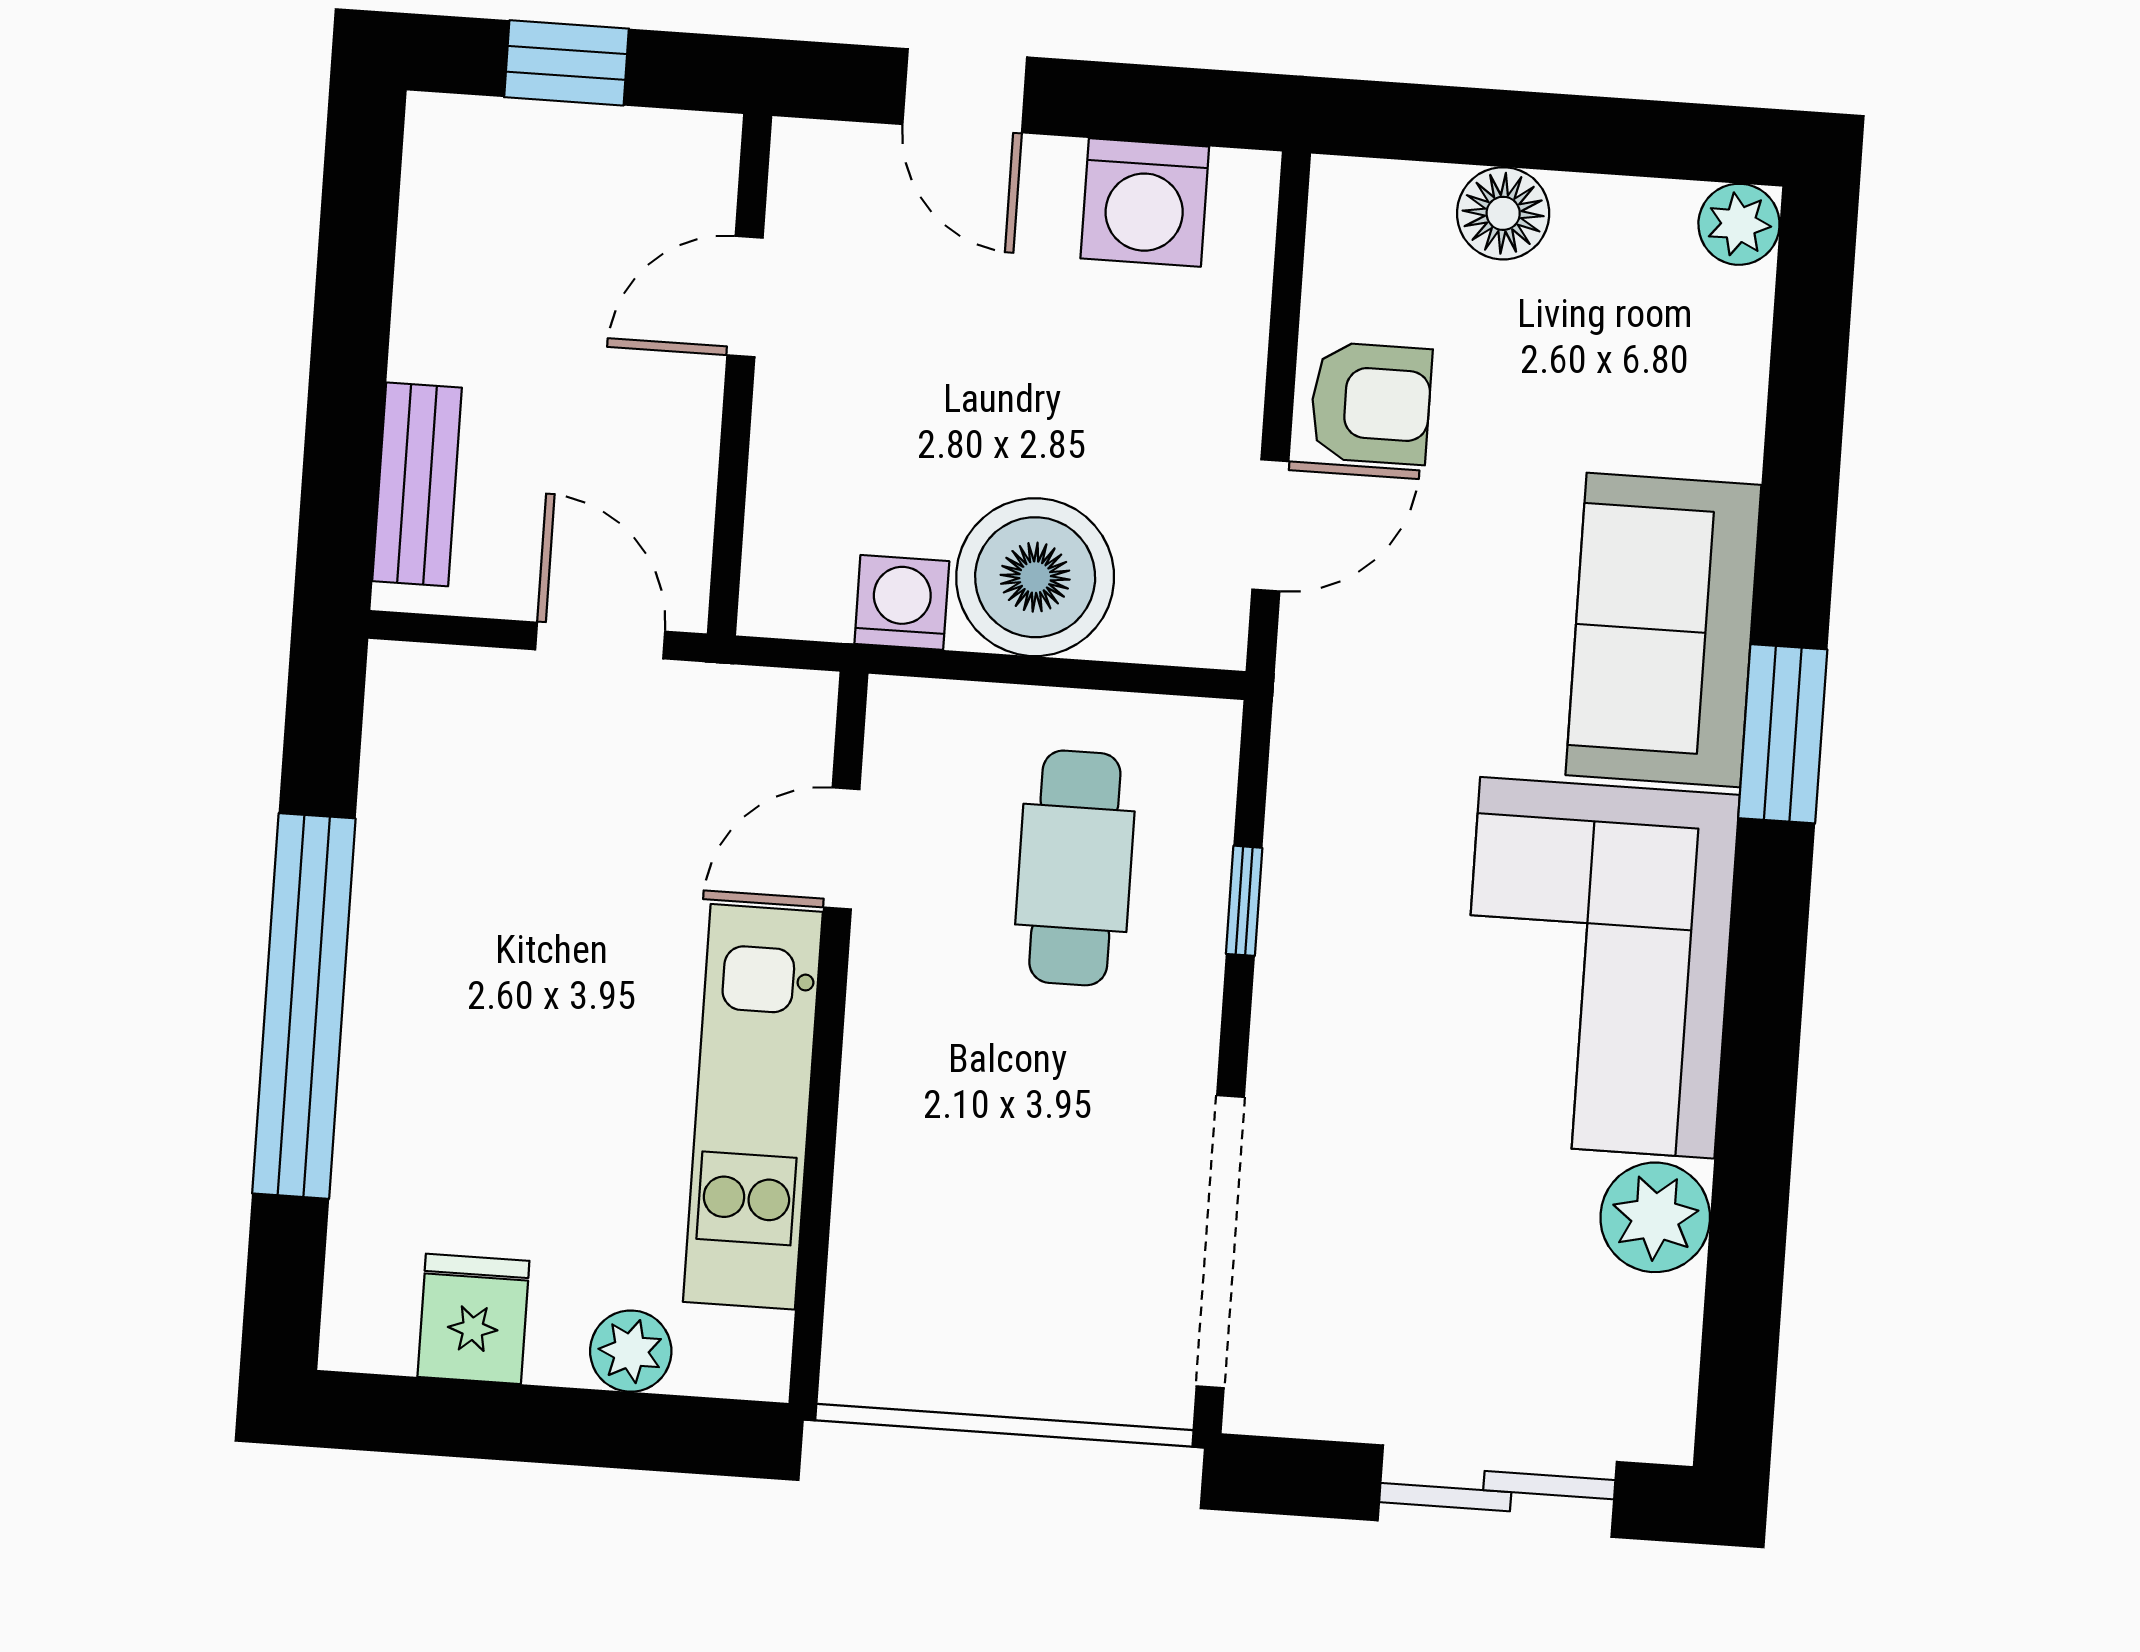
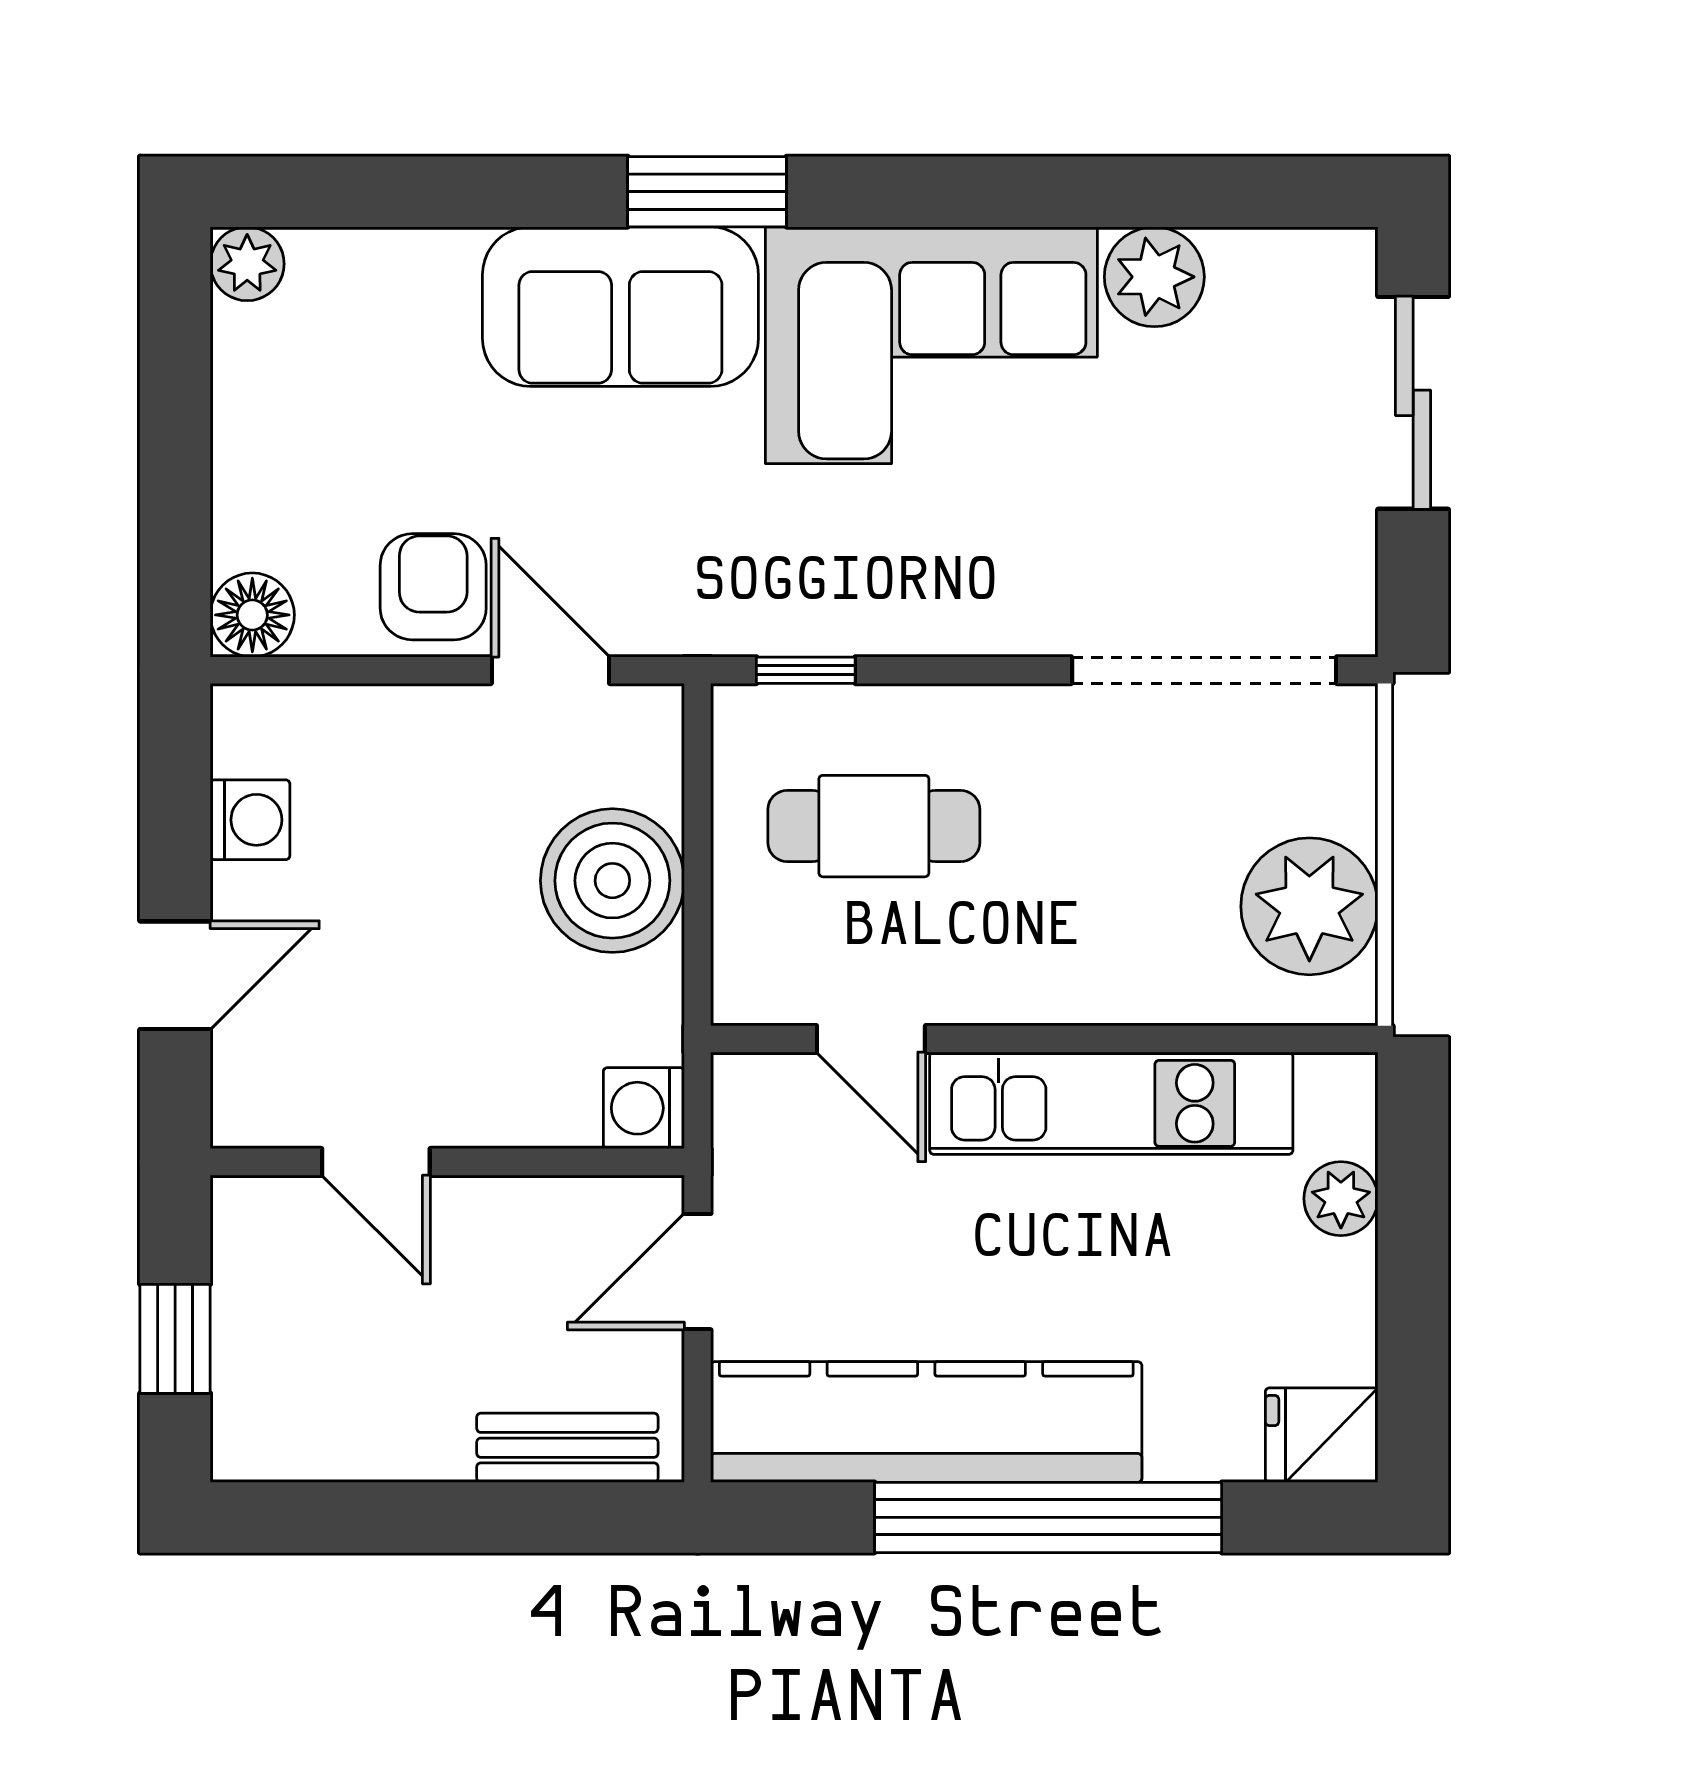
washing machine: (1145, 202) -> (250, 820), width x0.73, depth x0.73
floor lamp: (1503, 213) -> (252, 615), moved
washing machine: (902, 602) -> (644, 1108), moved
kitchen counter: (418, 880) -> (926, 1422), added
window: (1244, 901) -> (806, 670), moved
fridge: (473, 1319) -> (1322, 1435), moved
plant: (953, 1339) -> (1309, 906), added

